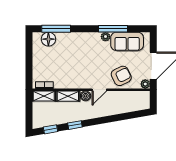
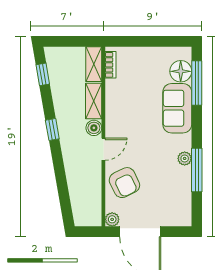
sofa: (127, 41) -> (177, 108), moved
door: (99, 90) -> (103, 149), swing flipped
window: (75, 125) -> (52, 129), moved

